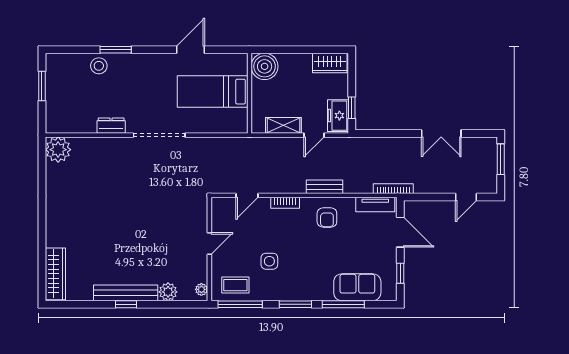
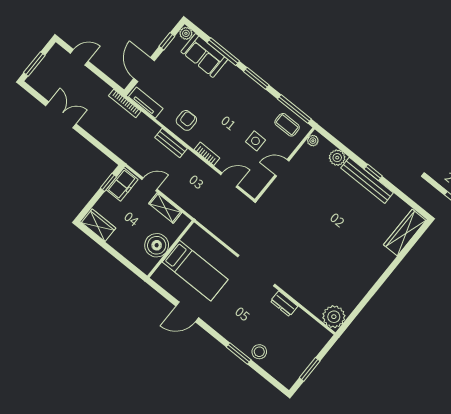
boiler: (265, 66) -> (157, 245), moved
side table: (269, 261) -> (255, 141), moved
plant: (389, 294) -> (186, 33), added

